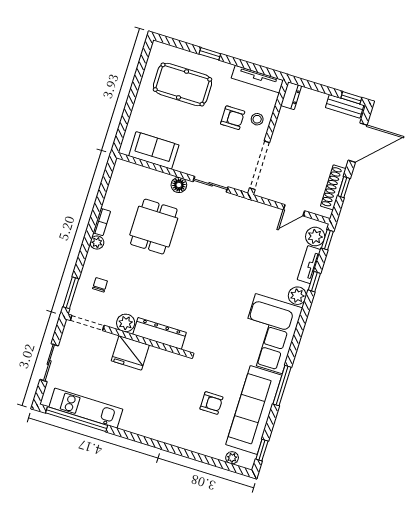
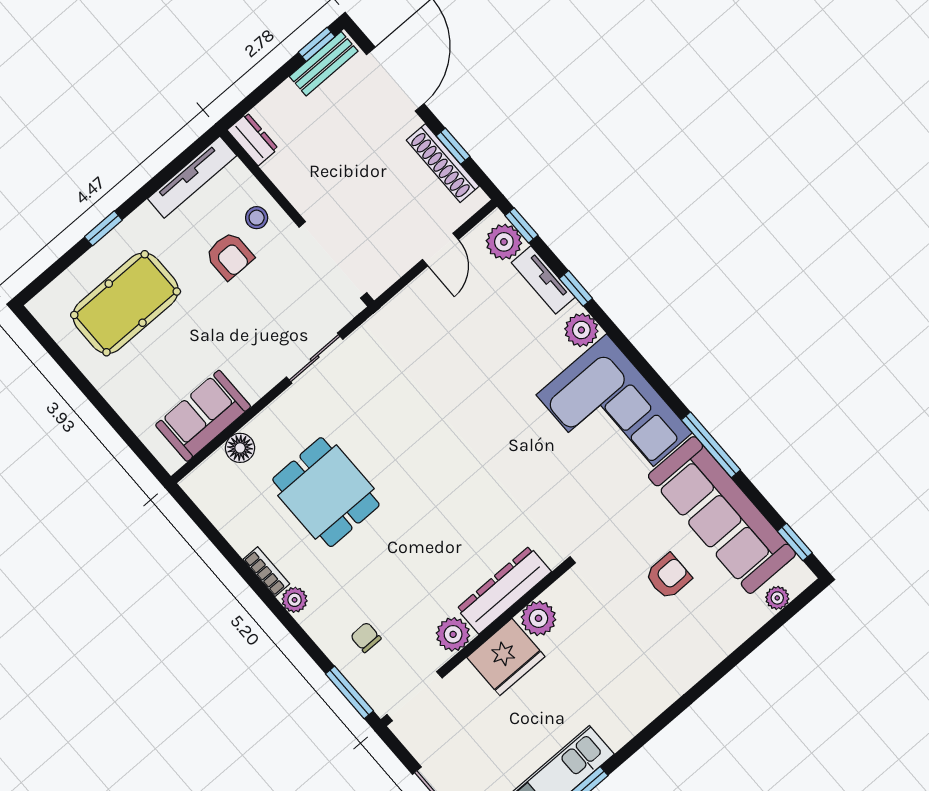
armchair: (233, 118) -> (230, 256), turned 90
floor lamp: (179, 185) -> (240, 448), moved
plant: (157, 357) -> (538, 618), added

